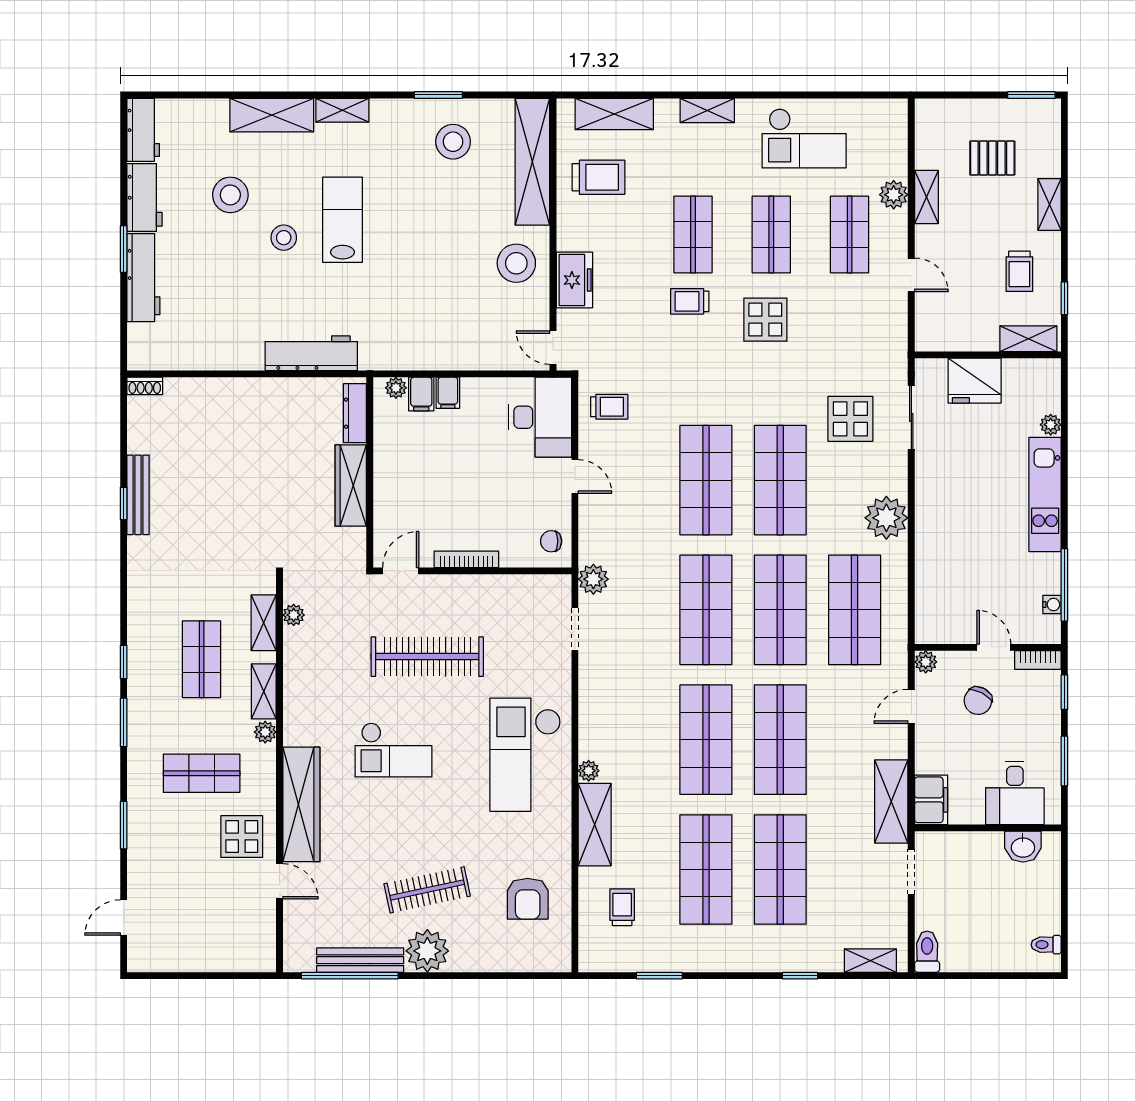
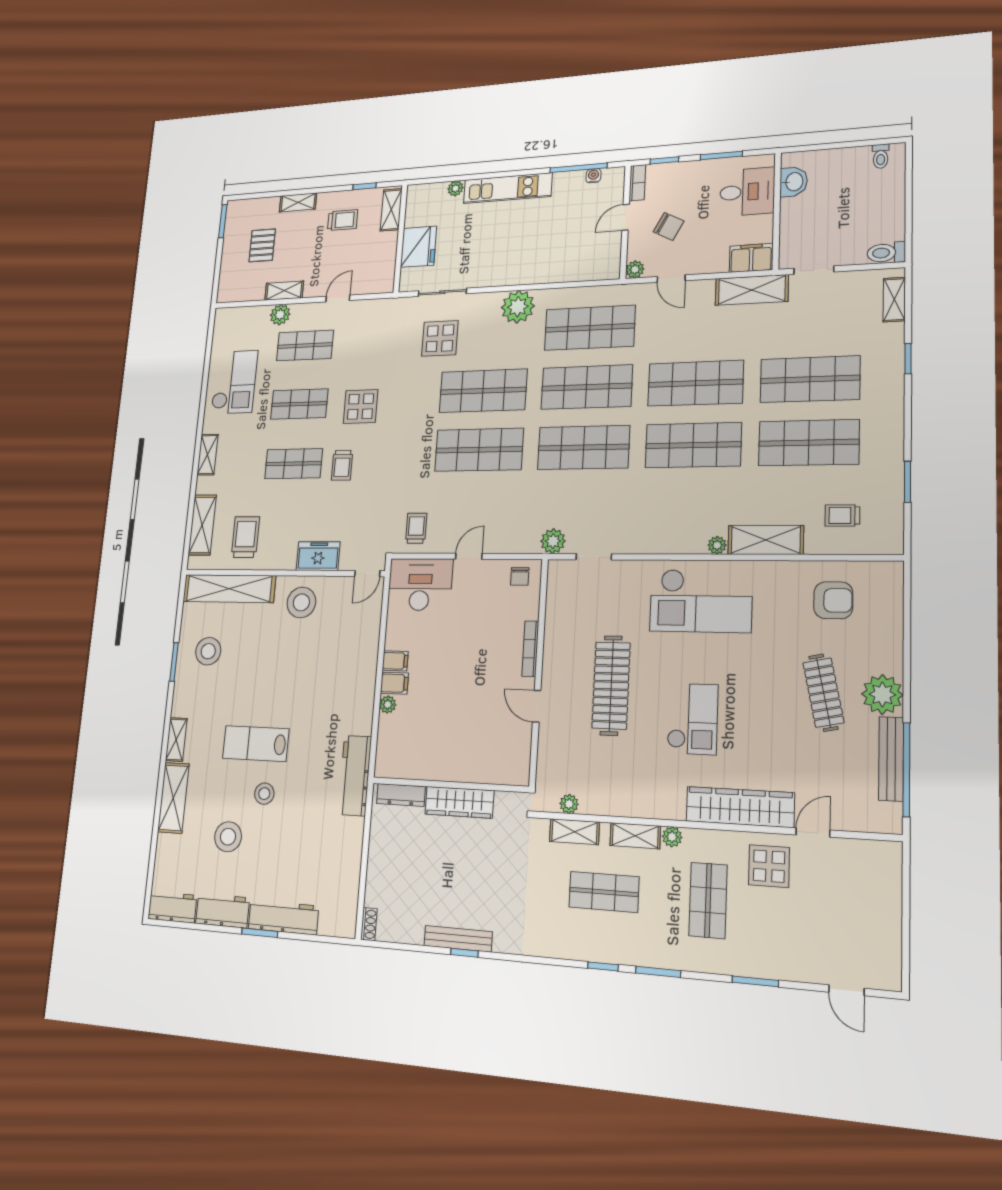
dresser: (355, 413) -> (401, 795), moved
wall: (370, 472) -> (450, 785), moved
wardrobe: (351, 485) -> (459, 802), moved

